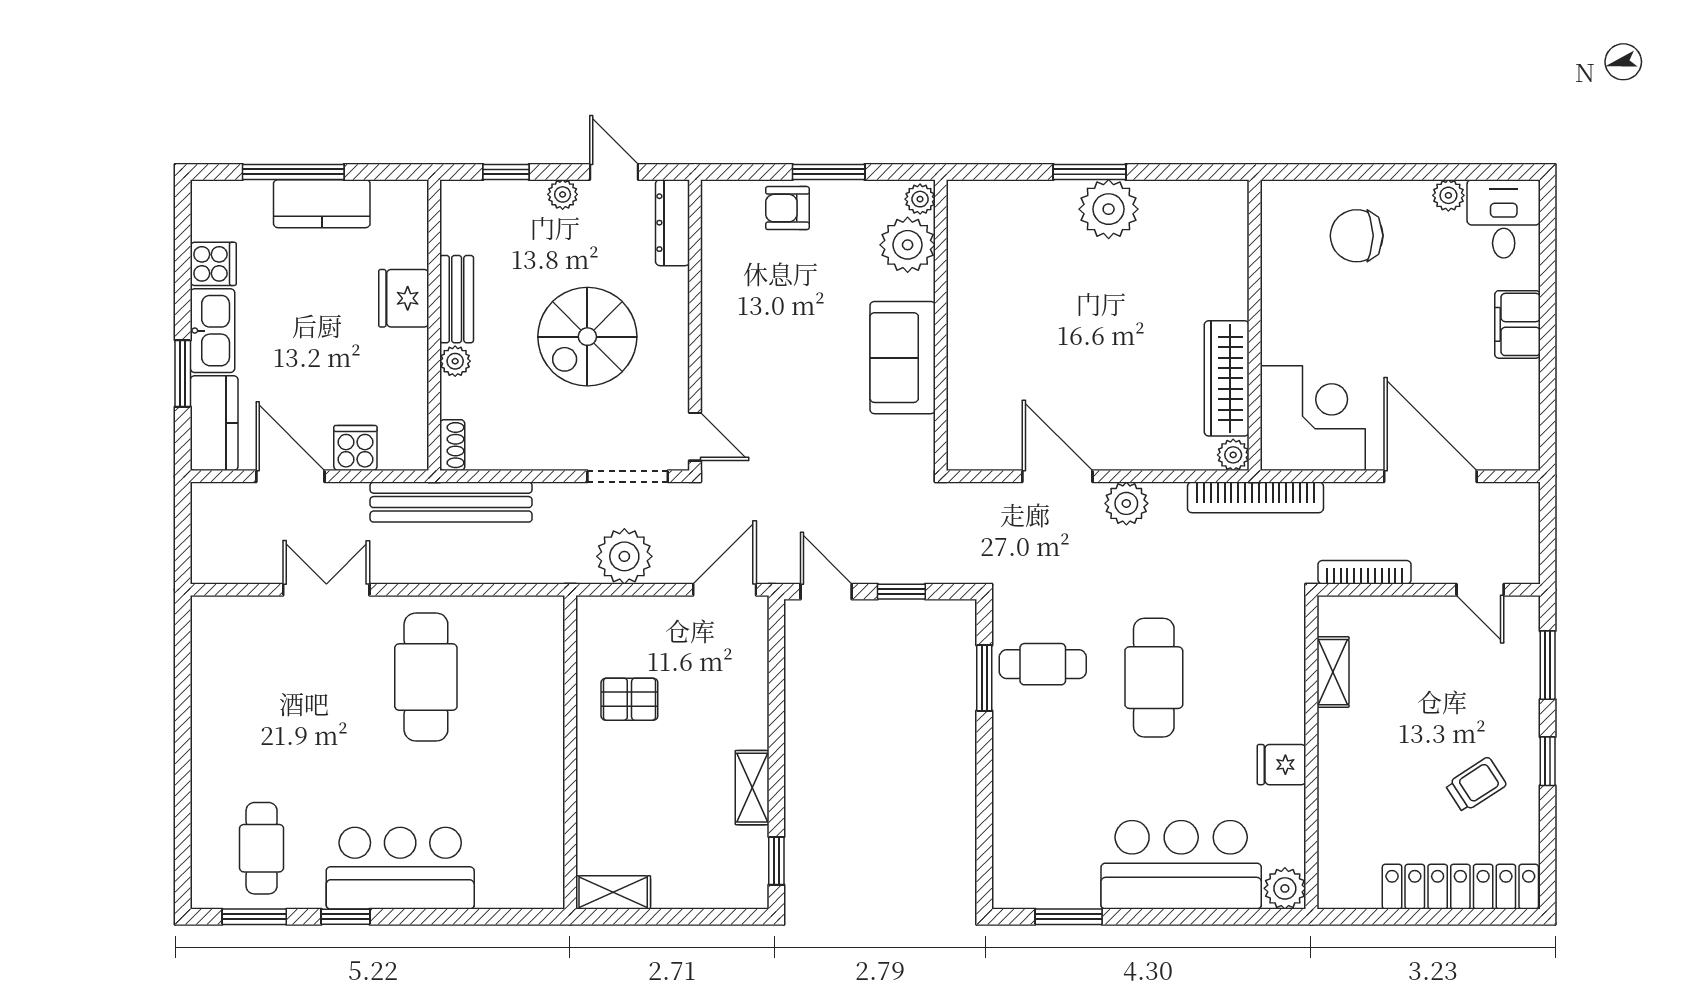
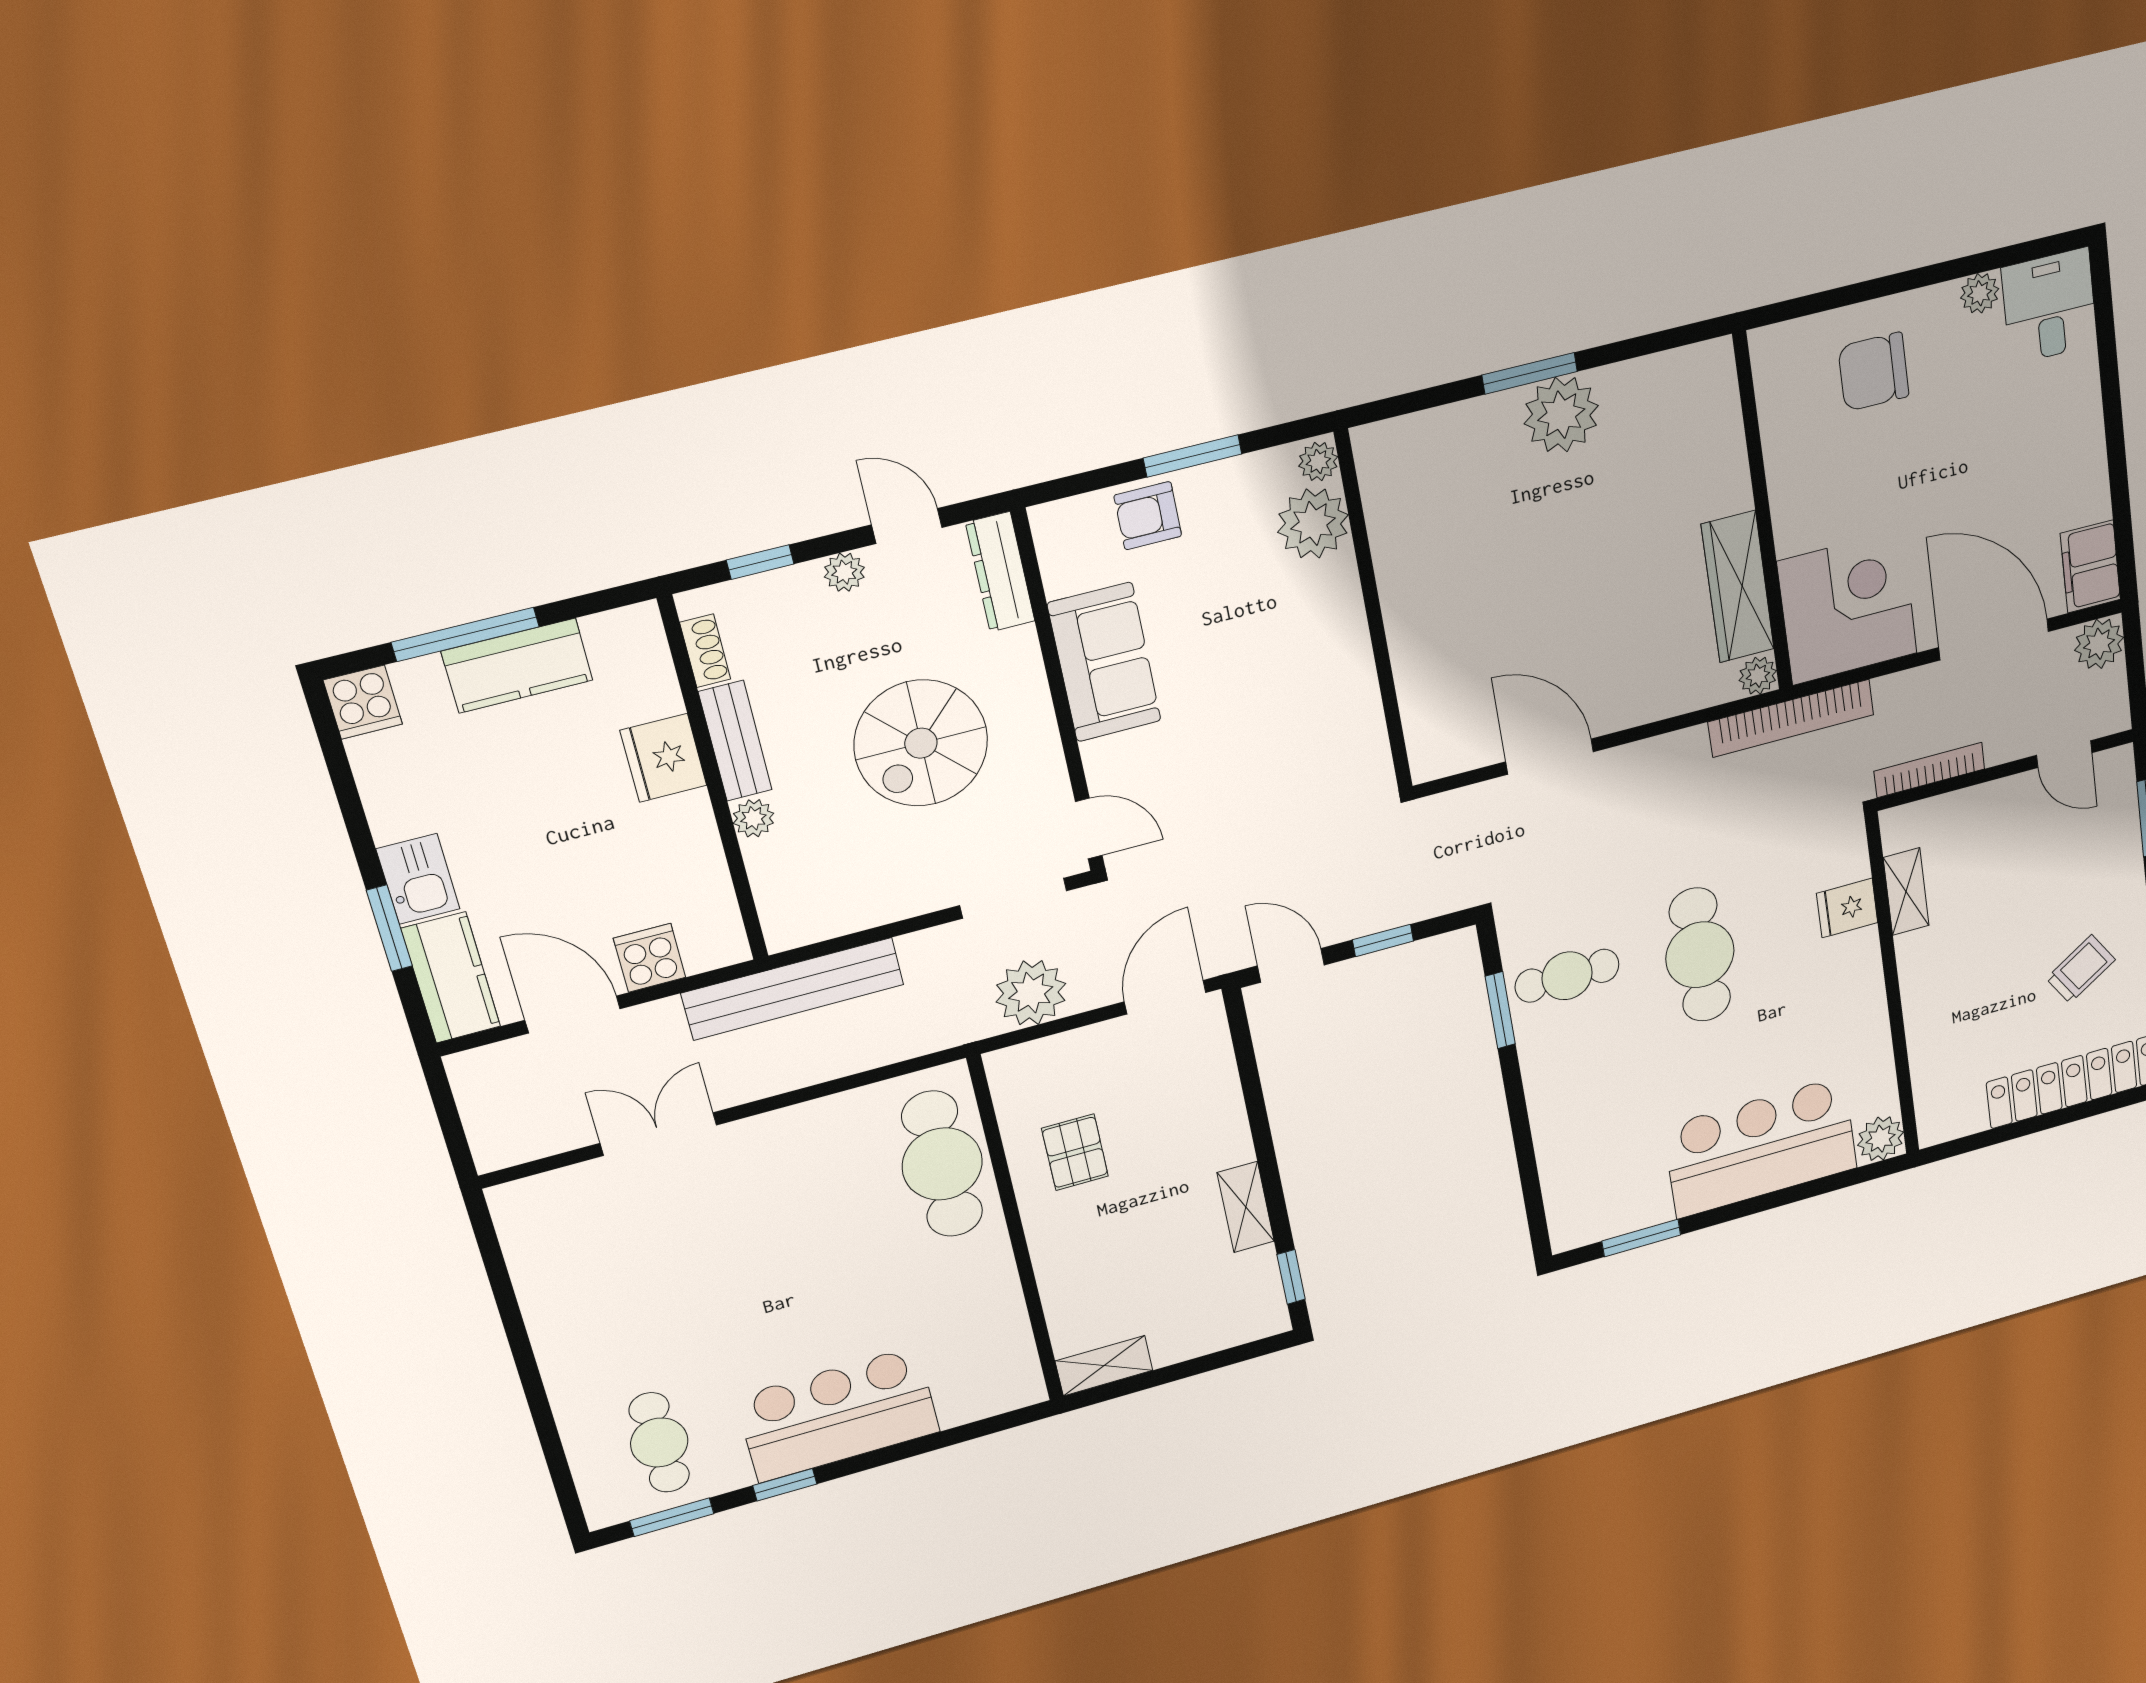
cooker: (213, 264) -> (363, 702), moved, turned 90
filing cabinet: (1517, 324) -> (2090, 566), moved
kitchen sink: (212, 331) -> (418, 879), width x0.73
sofa: (903, 358) -> (1104, 662), moved, turned 180
shoe rack: (452, 445) -> (705, 651), moved
plant: (1126, 503) -> (2099, 644), moved
cafe table: (426, 677) -> (942, 1164), moved
pallet: (629, 699) -> (1075, 1152), turned 90
fridge: (1282, 765) -> (1847, 908), moved

